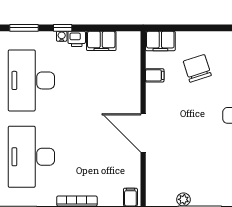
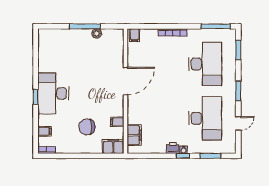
filing cabinet: (101, 41) -> (134, 135), moved, turned 90
chair: (197, 68) -> (87, 127), turned 108
door: (143, 133) -> (125, 81), hinge flipped

